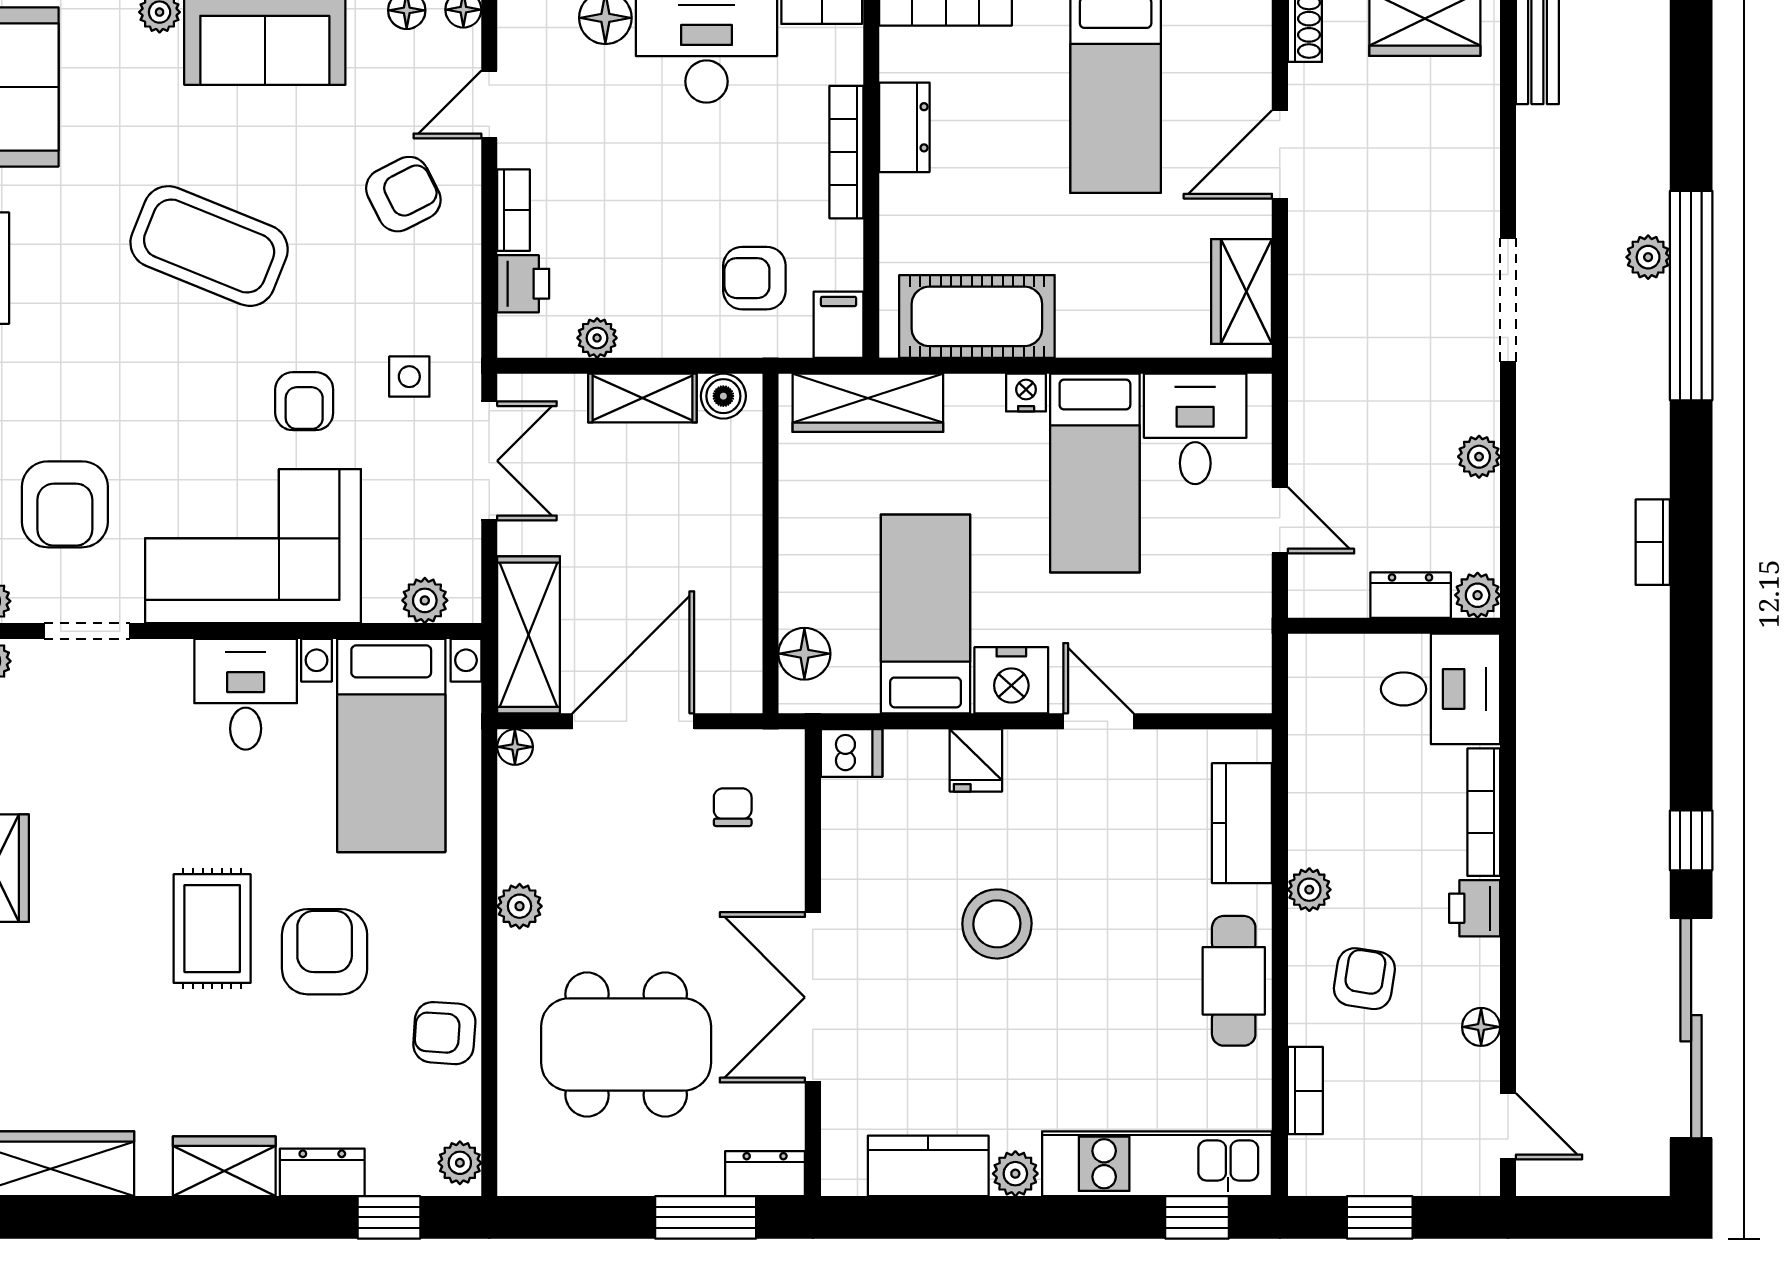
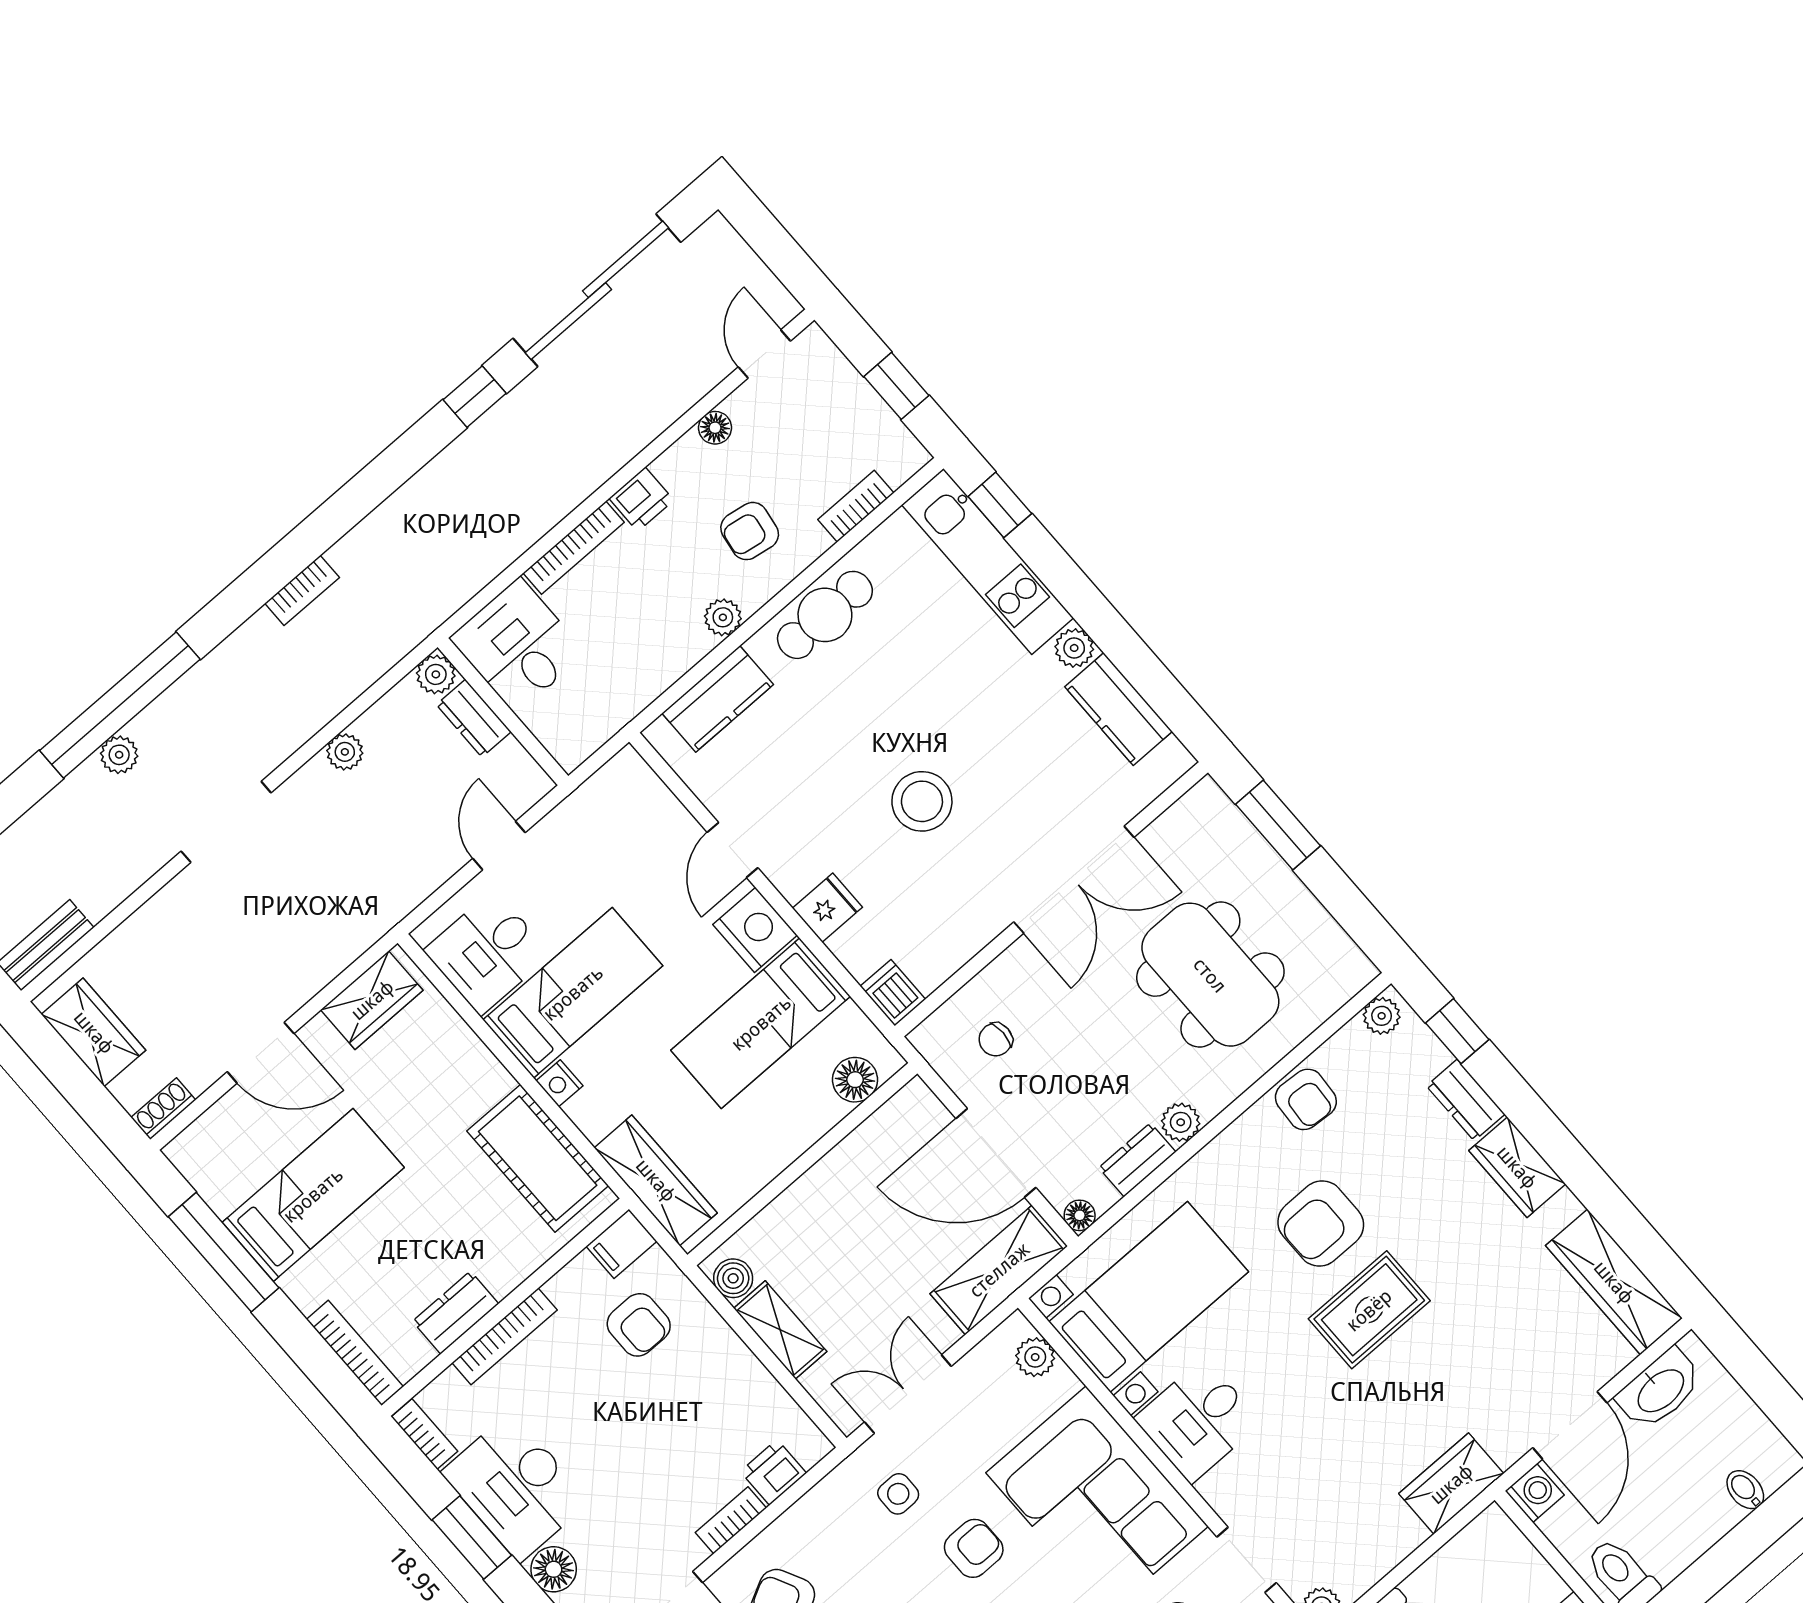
plant: (597, 338) -> (767, 1393), removed
dresser: (765, 1174) -> (1137, 1160), moved, turned 90

